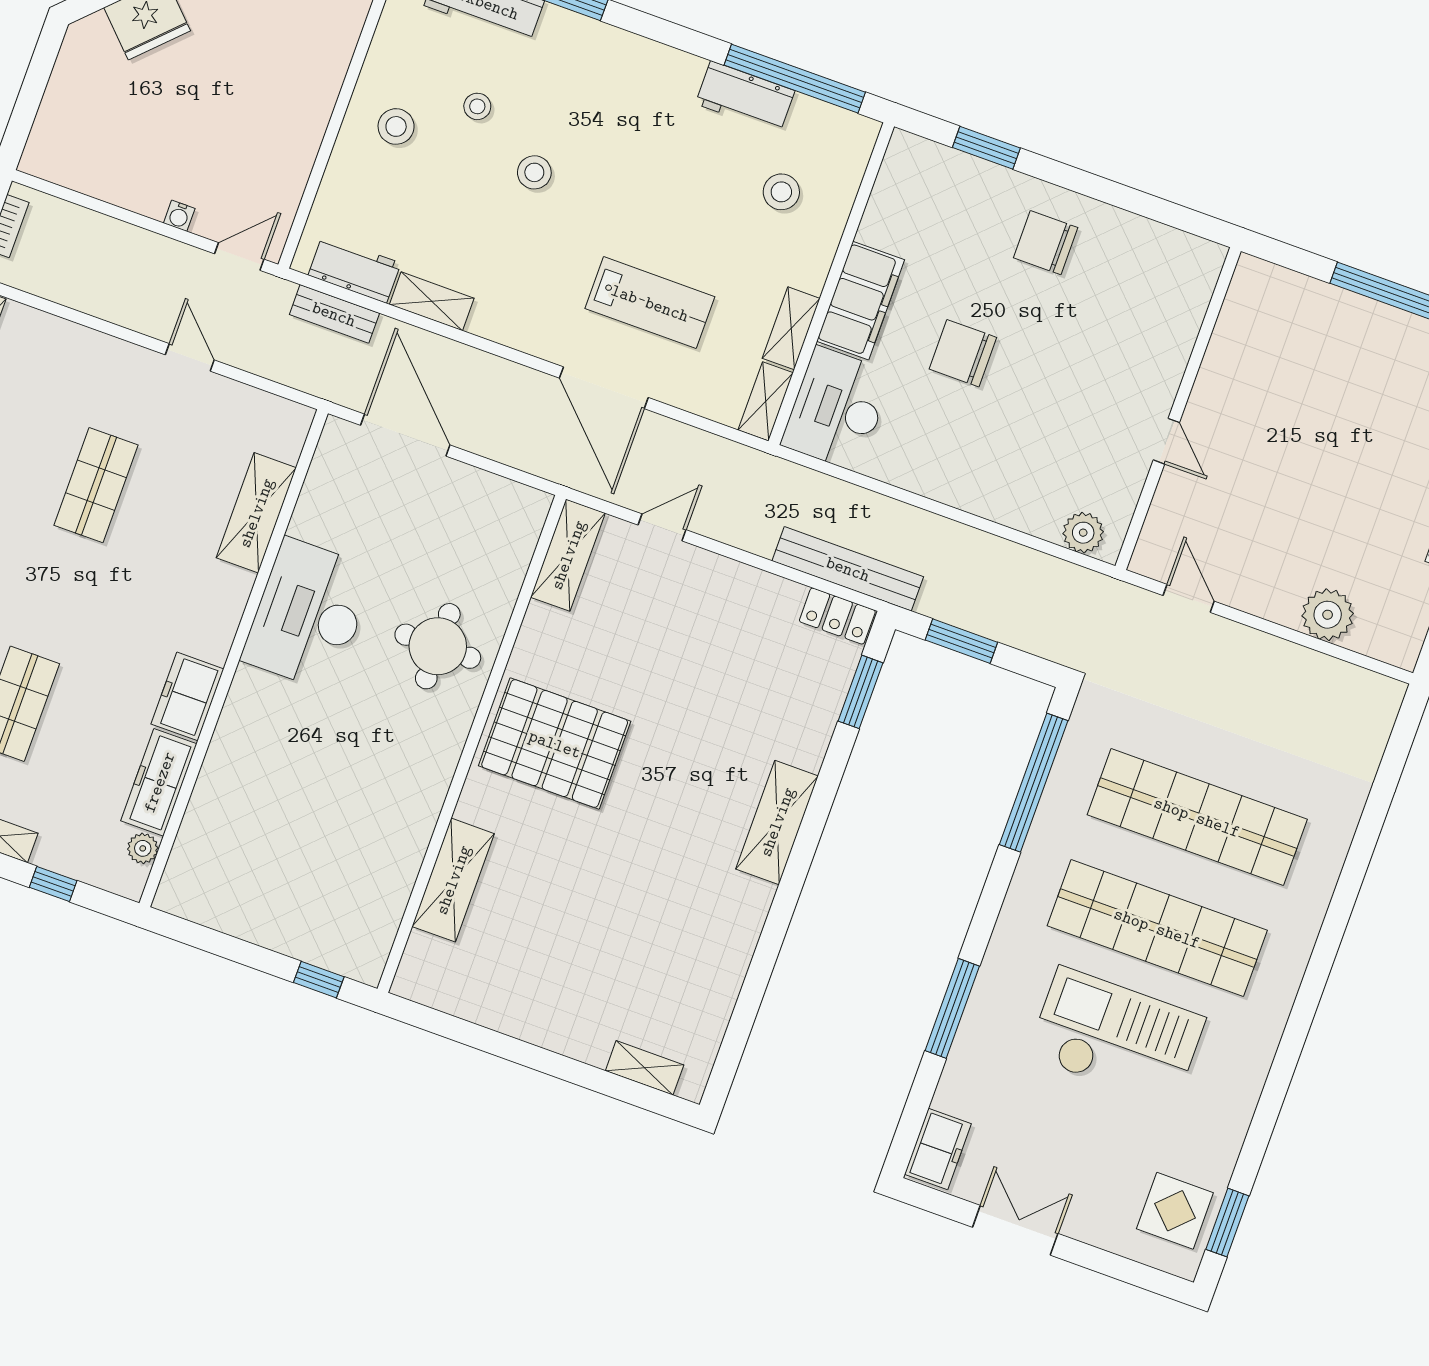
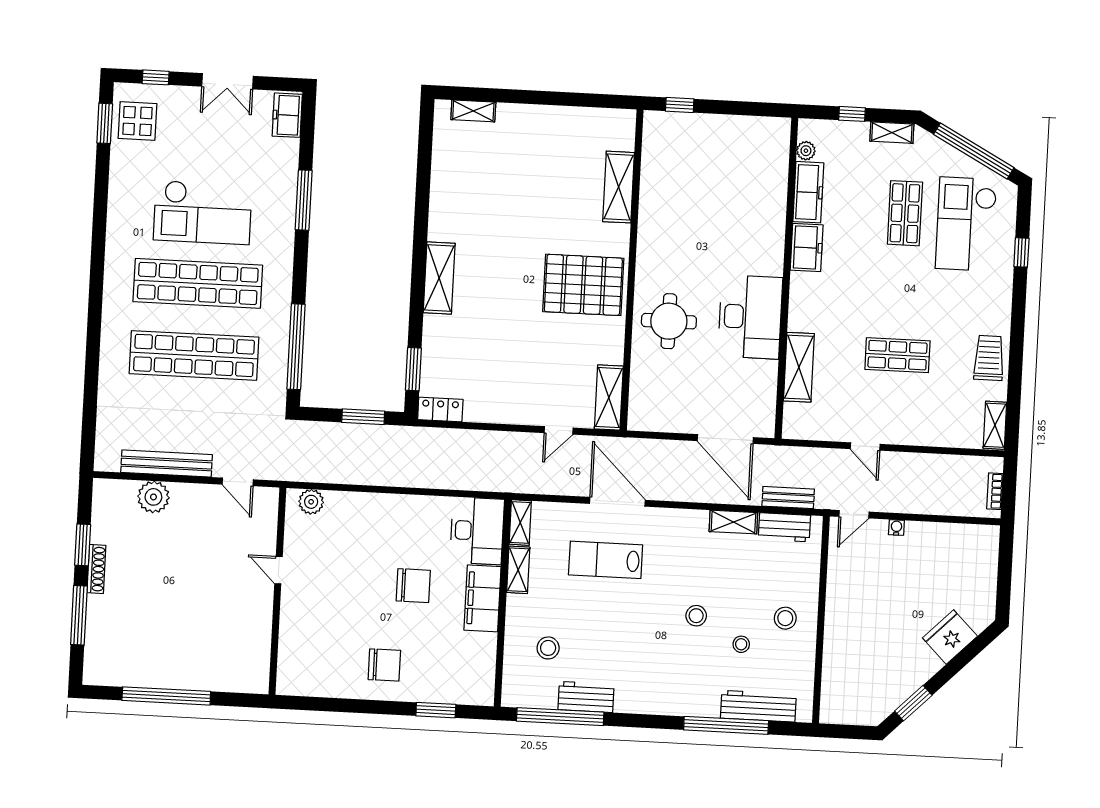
shop shelf: (96, 485) -> (897, 355), turned 90
bench: (848, 569) -> (167, 464), moved
window: (1126, 1270) -> (156, 77), added

